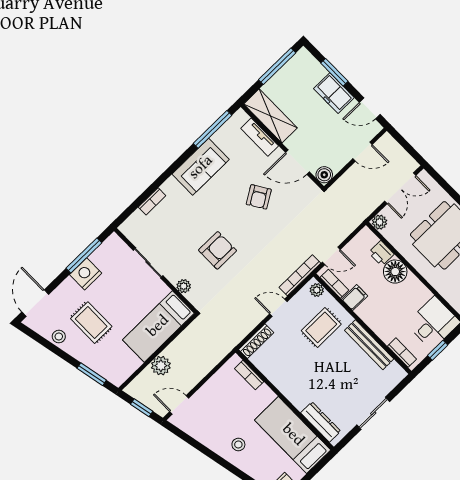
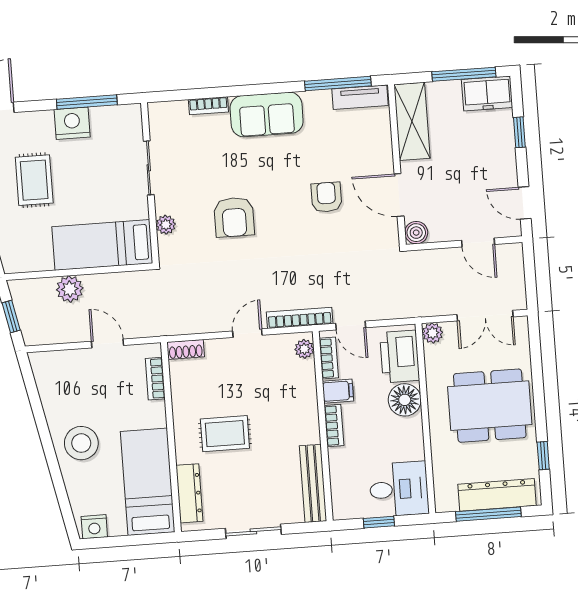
window: (334, 72) -> (519, 132), width x0.67
freezer: (334, 93) -> (487, 93), moved, turned -90
tv unit: (260, 137) -> (360, 97), moved, turned -90
sofa: (201, 167) -> (267, 114), moved
armchair: (259, 197) -> (326, 197), turned 122
armchair: (218, 250) -> (234, 217), turned 90
printer: (381, 253) -> (400, 356), width x1.87, depth x1.48
door: (278, 308) -> (247, 333), hinge flipped
rug: (321, 327) -> (225, 434), moved
shoe rack: (256, 341) -> (186, 349), width x0.70
bench: (369, 345) -> (313, 483), moved
bookcase: (402, 353) -> (334, 426), moved
door: (179, 405) -> (107, 343), moved
stool: (238, 445) -> (81, 443), width x1.89, depth x1.89

